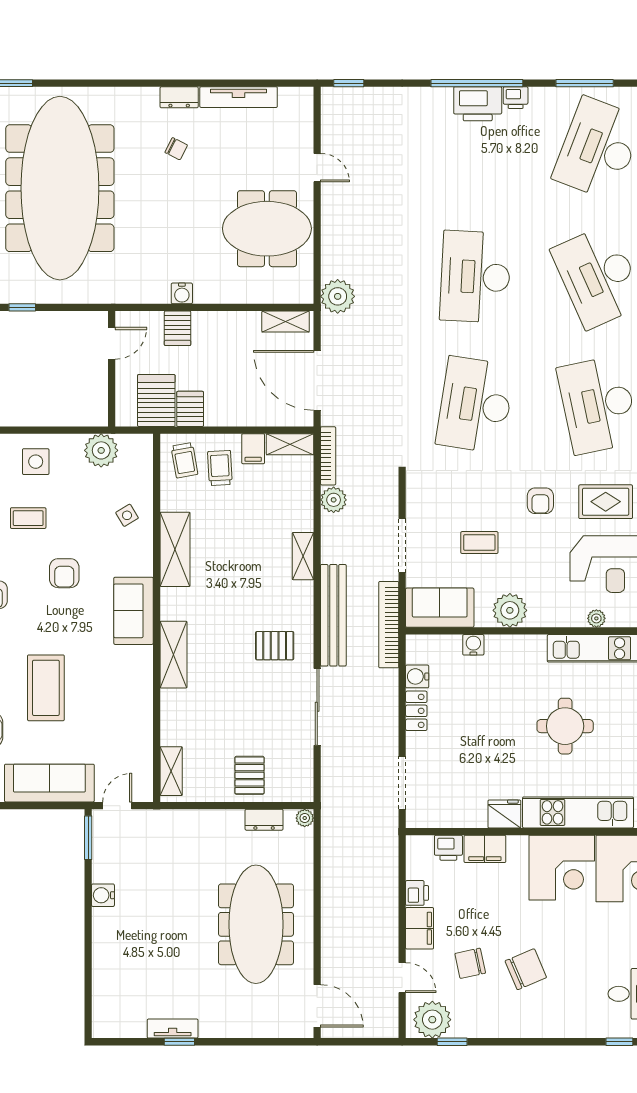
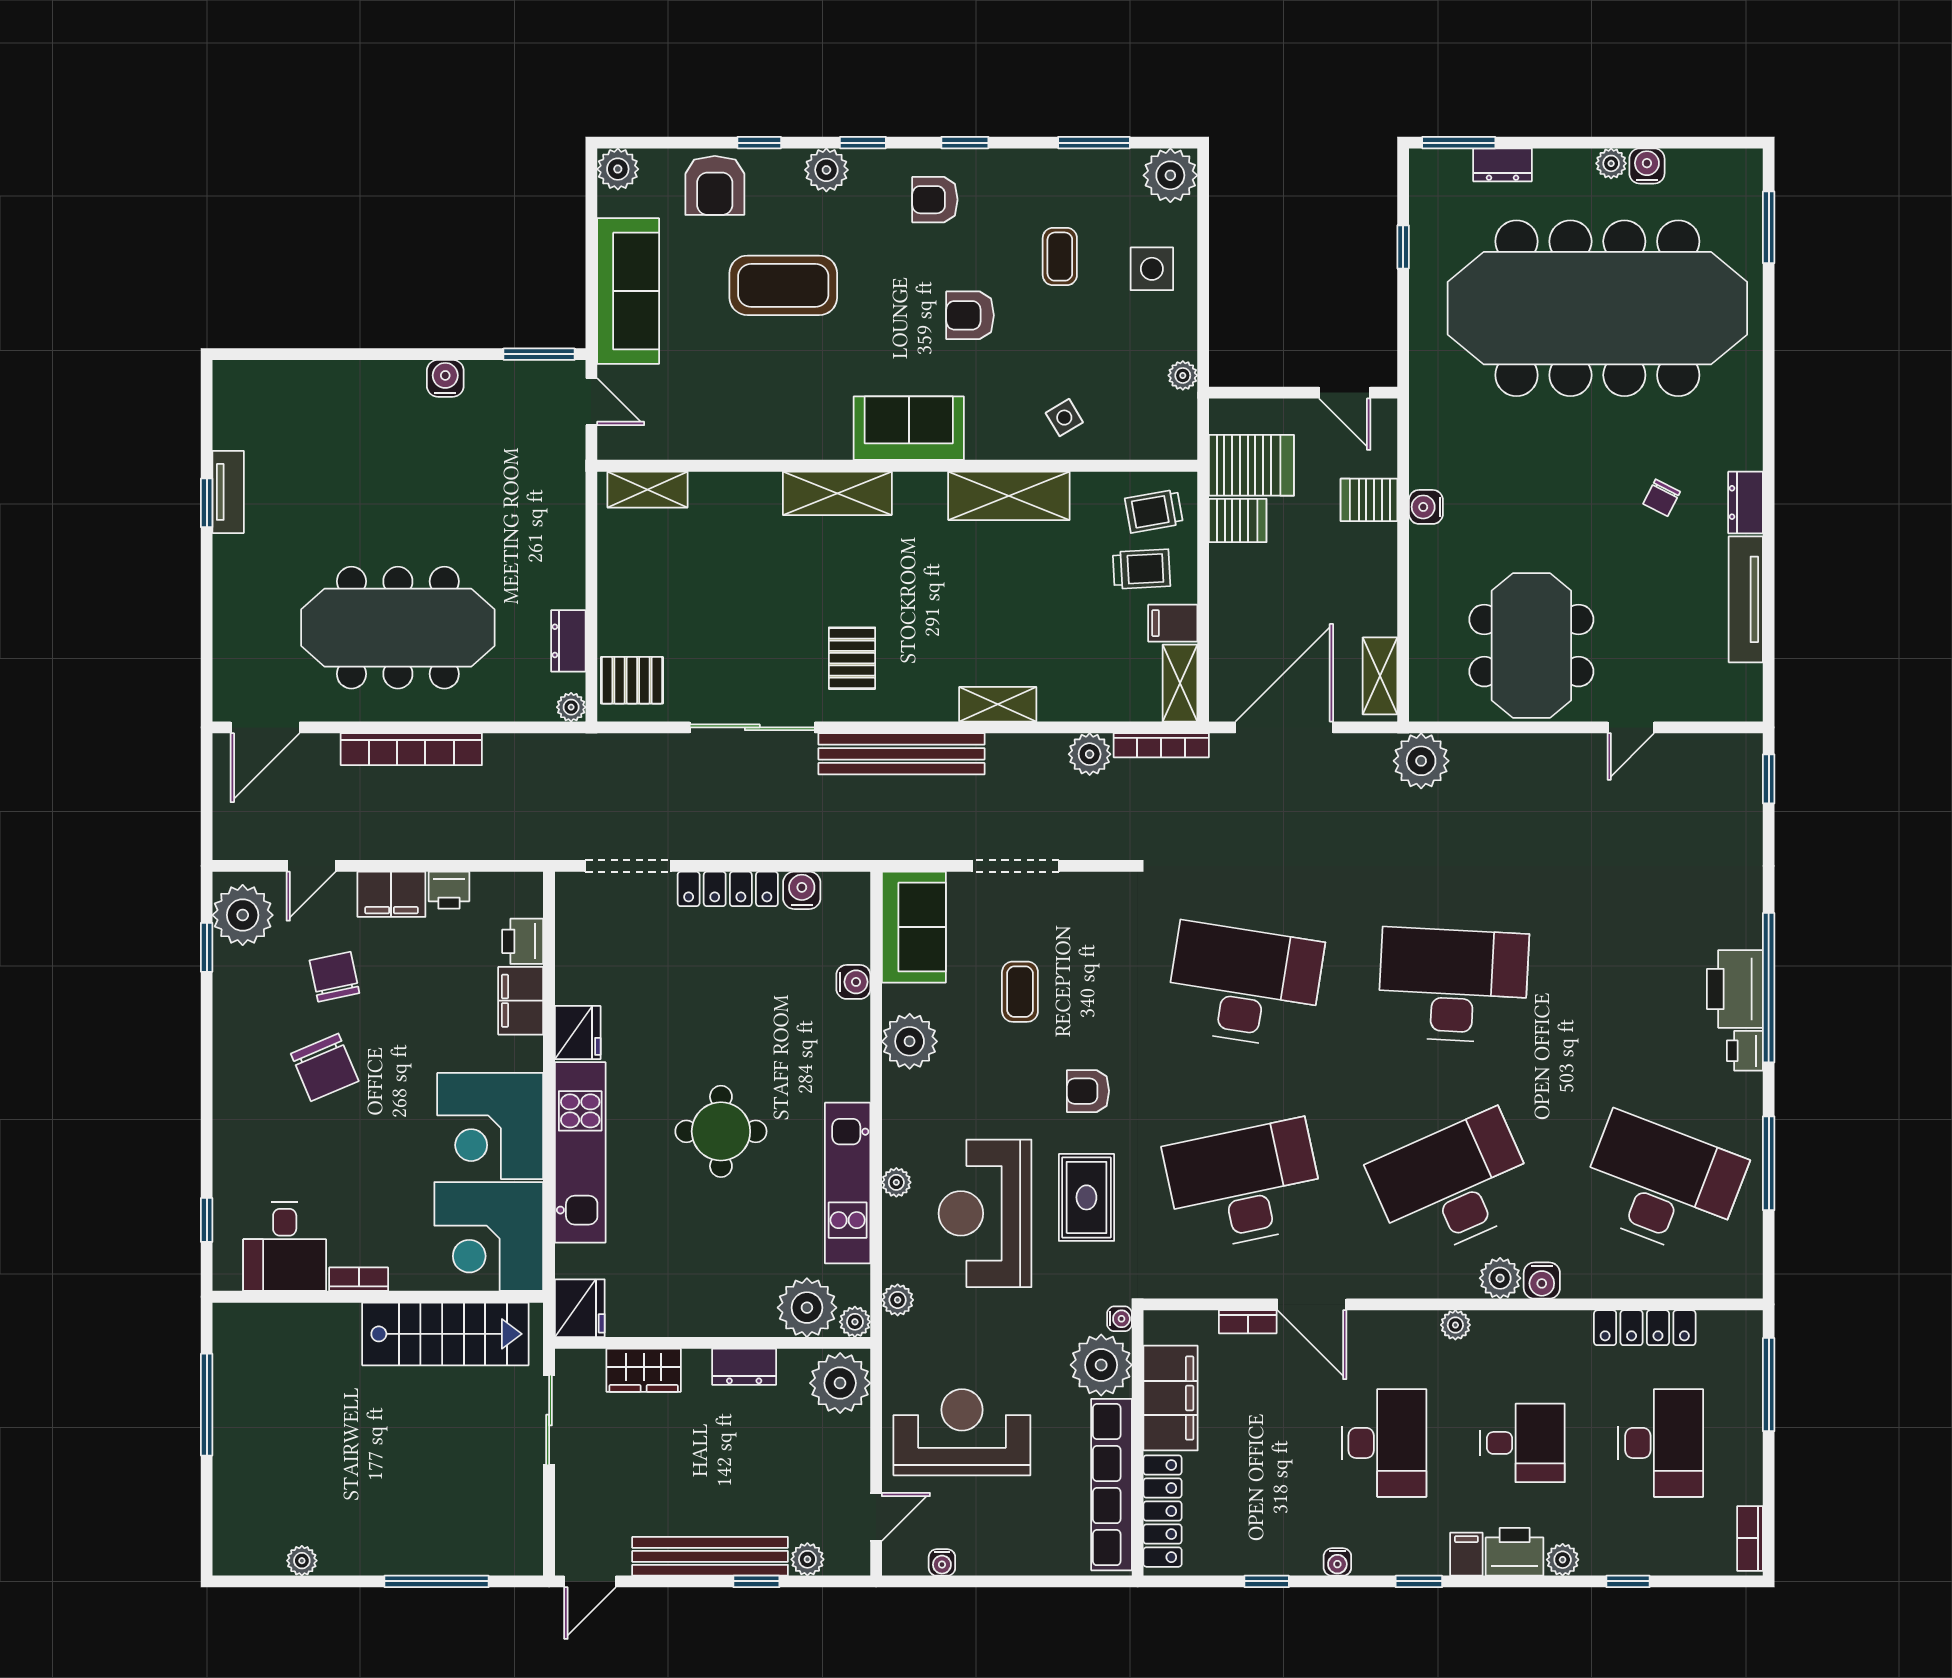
plant: (101, 450) -> (1183, 375), width x0.53, depth x0.53
bookcase: (389, 625) -> (411, 749), moved, turned 180
locker: (416, 711) -> (728, 889), width x1.53
pallet: (249, 775) -> (632, 680), moved

